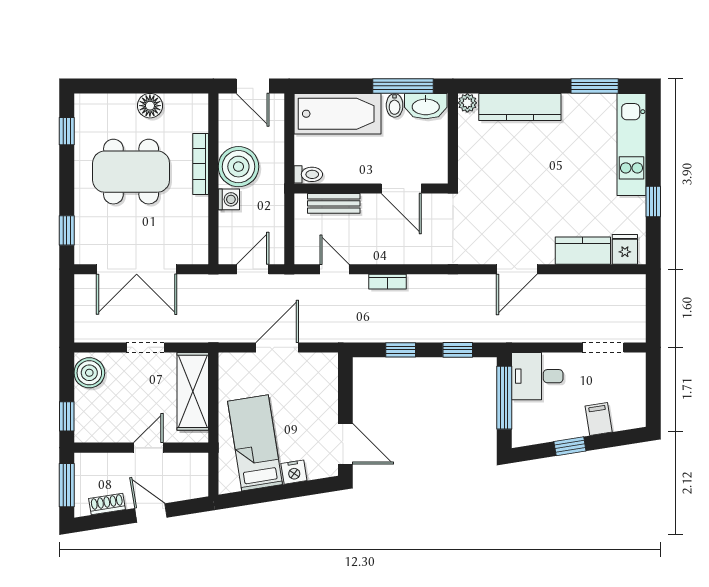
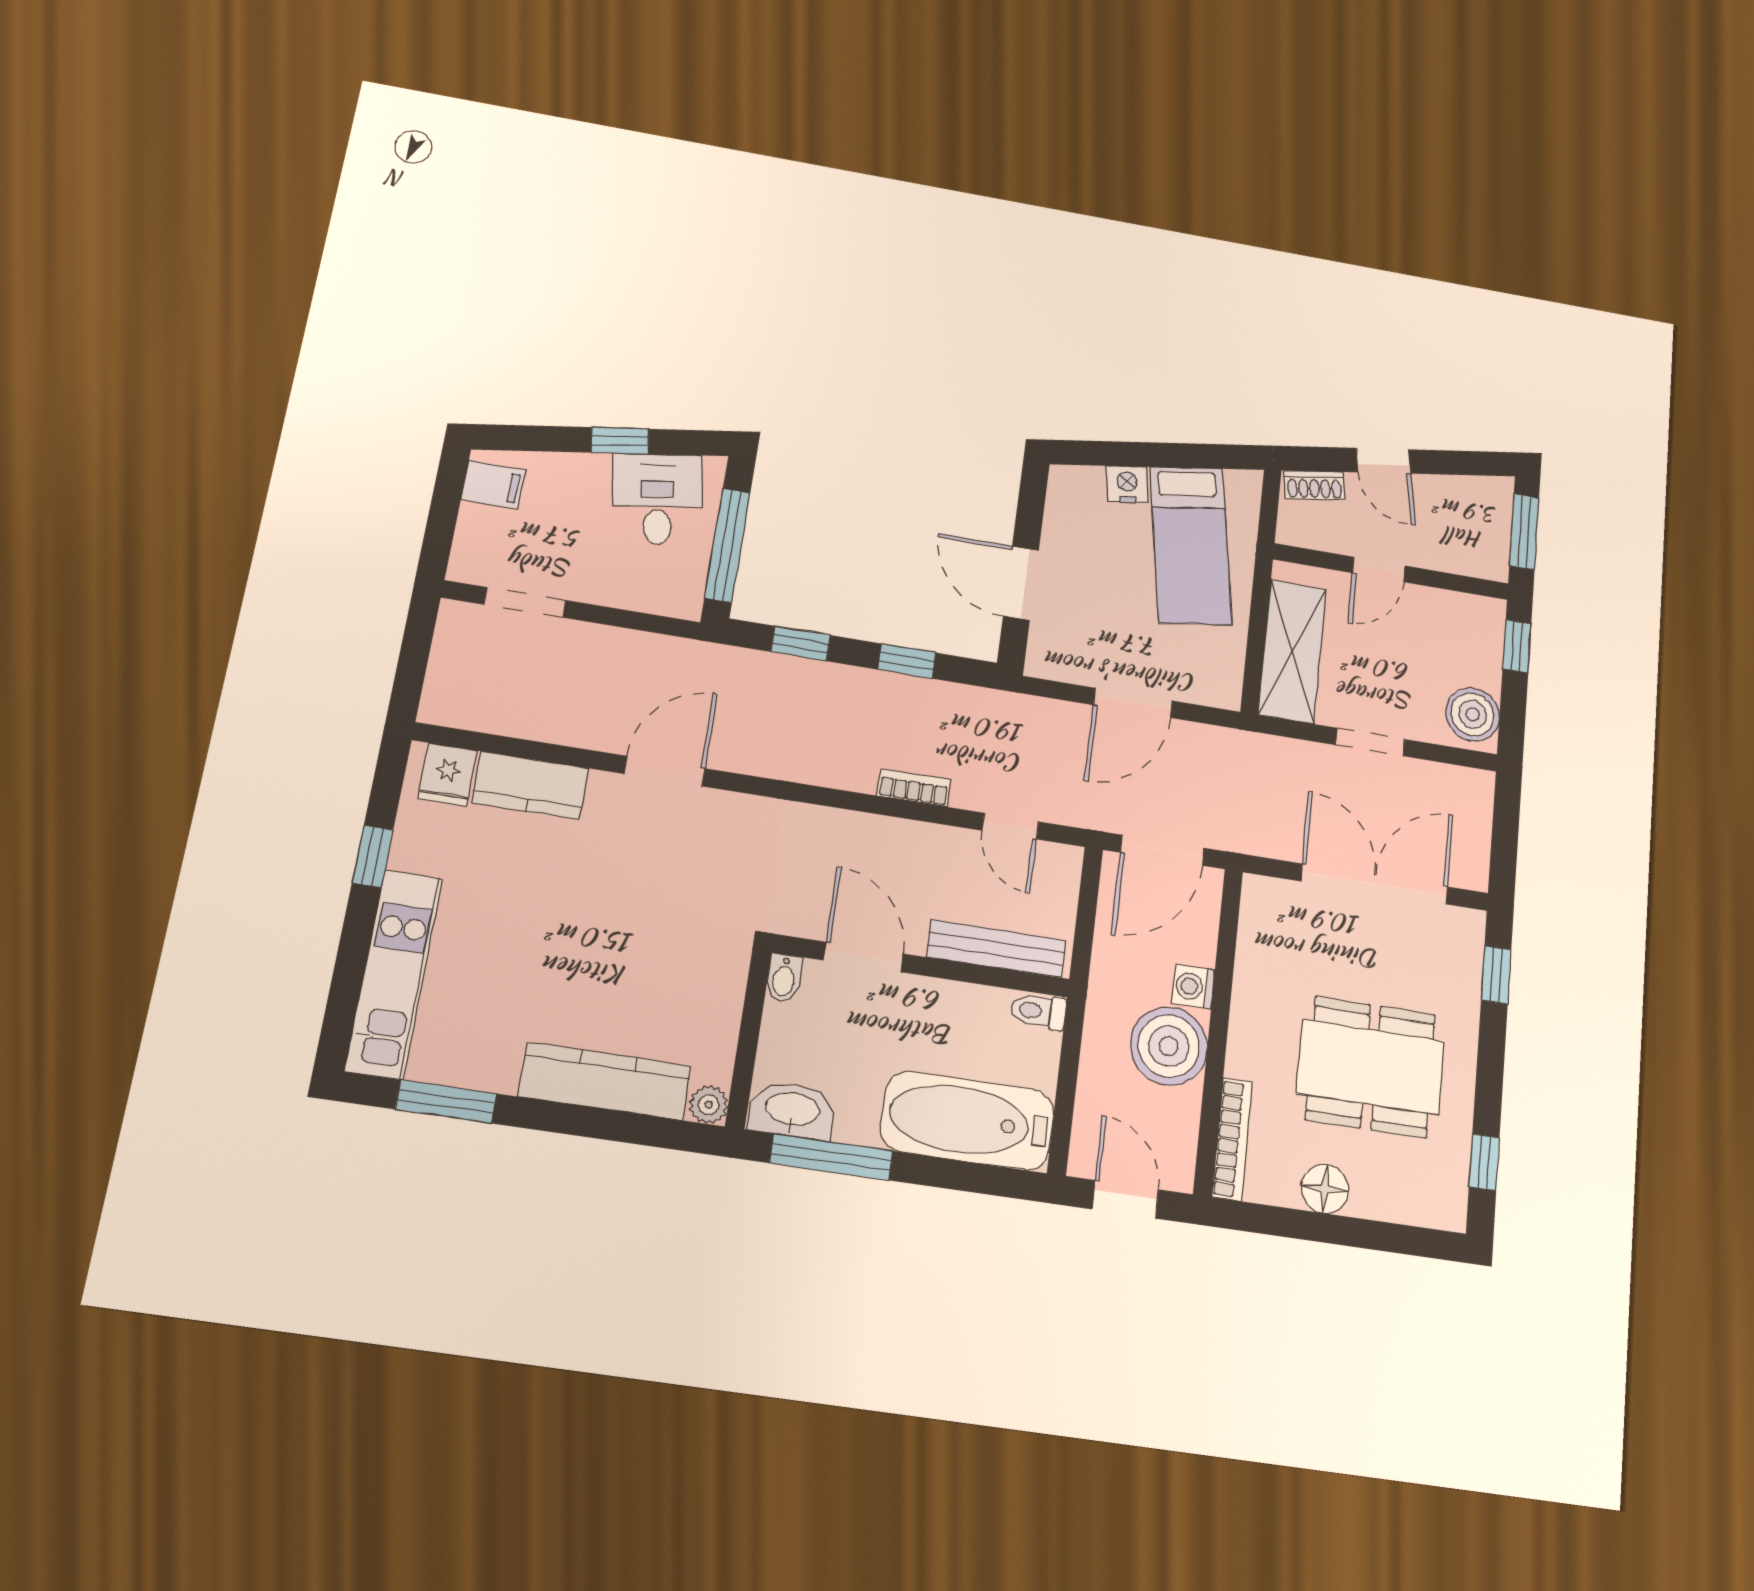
bidet: (395, 105) -> (784, 978), moved, turned 180
bookcase: (201, 164) -> (1232, 1139), moved
bench: (334, 203) -> (996, 949), width x1.36
door: (253, 269) -> (1162, 850), width x1.38
desk: (537, 376) -> (657, 499), moved, turned -99
filing cabinet: (599, 419) -> (493, 485), moved, turned -81
door: (345, 444) -> (1021, 583), moved
shoe rack: (107, 504) -> (1314, 485), moved

